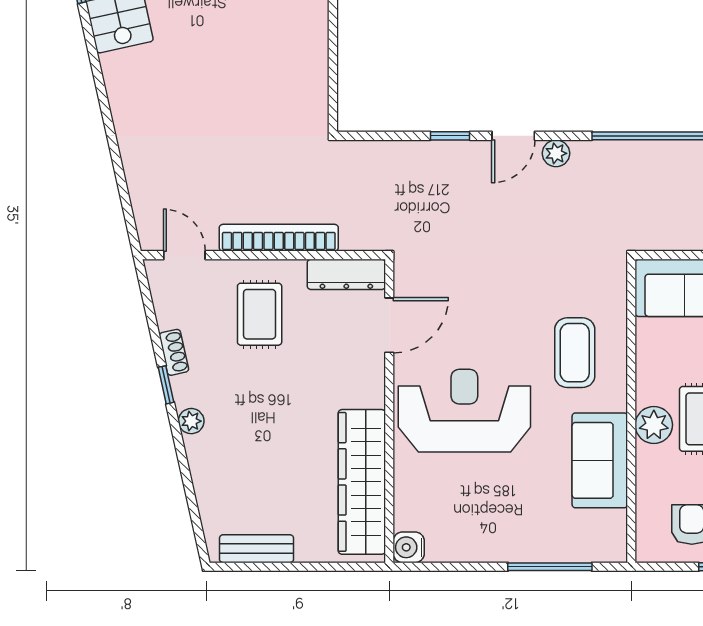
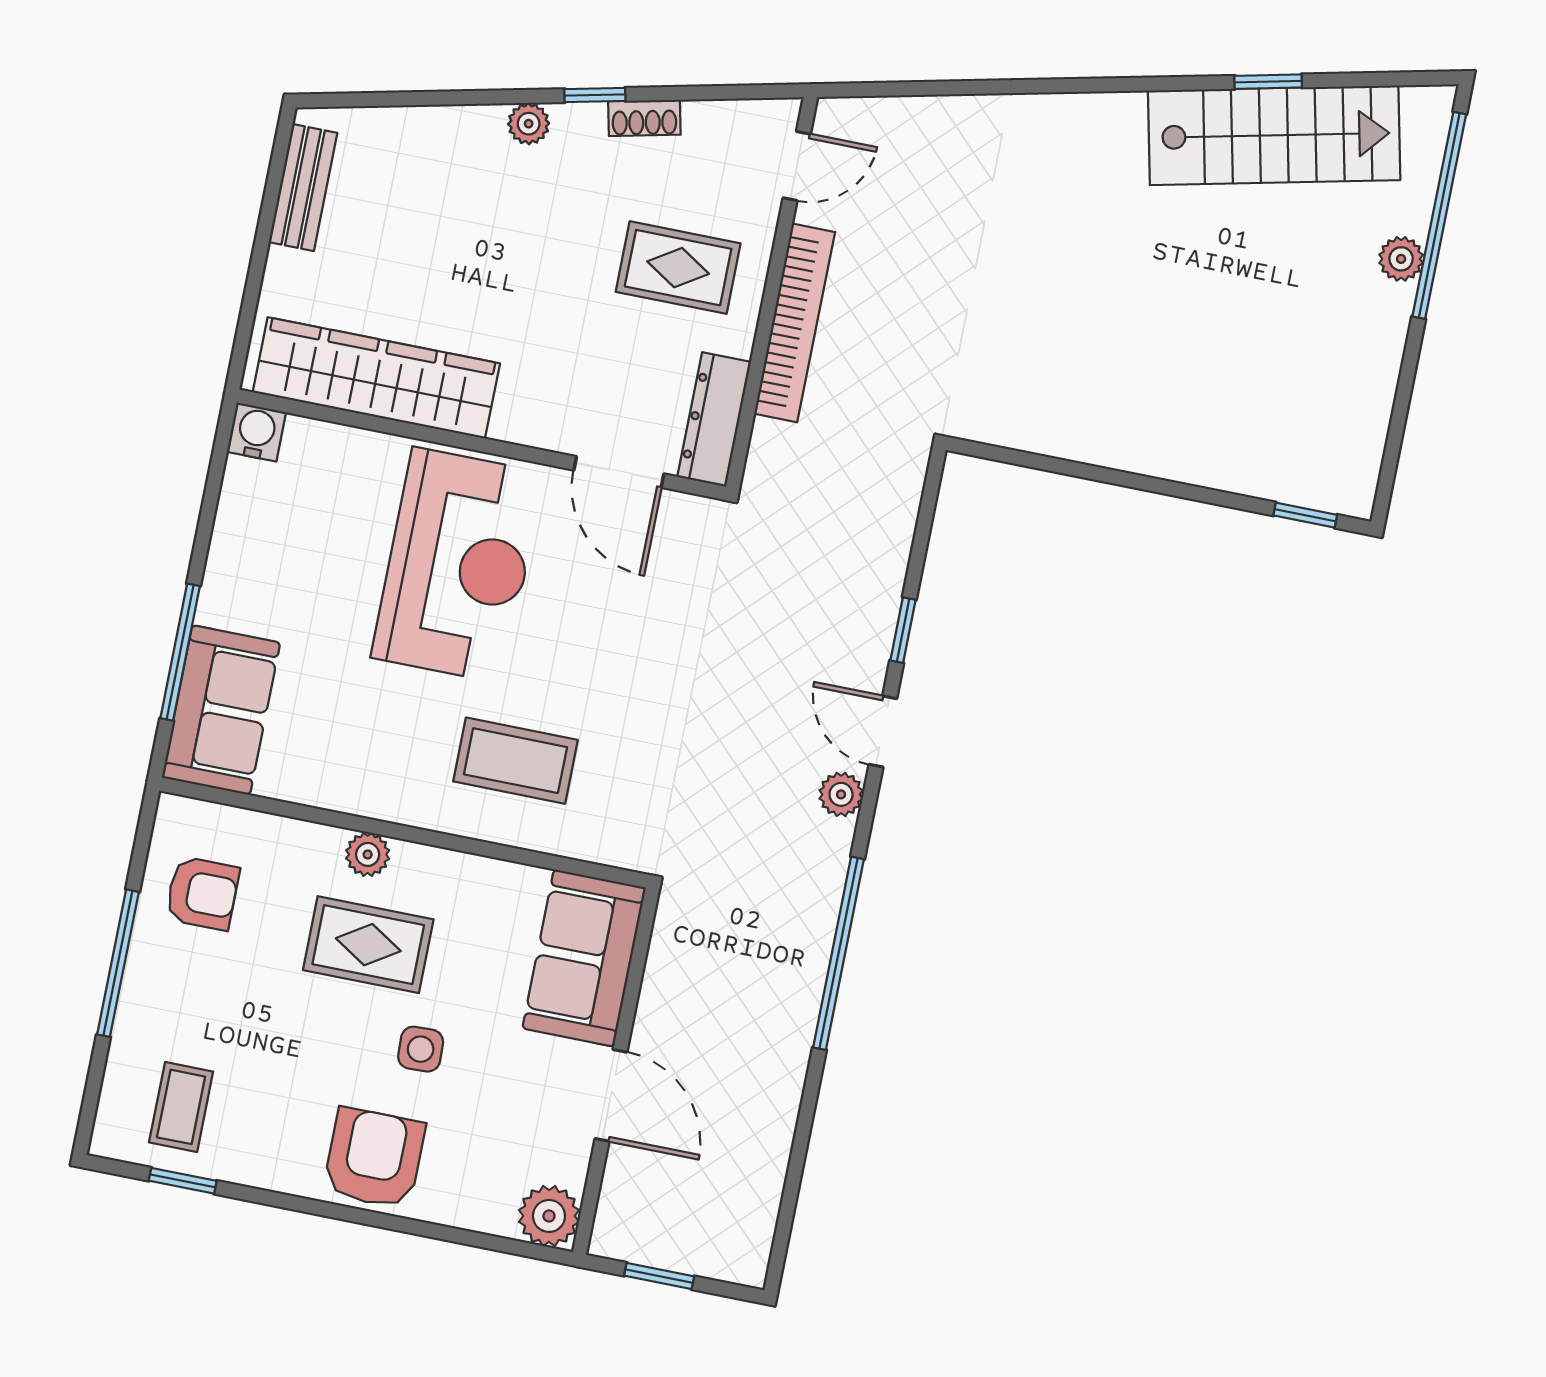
plant: (654, 425) -> (368, 854), width x0.73, depth x0.73
sofa: (600, 460) -> (221, 710), moved, turned 90

